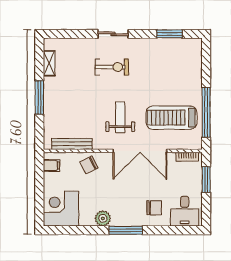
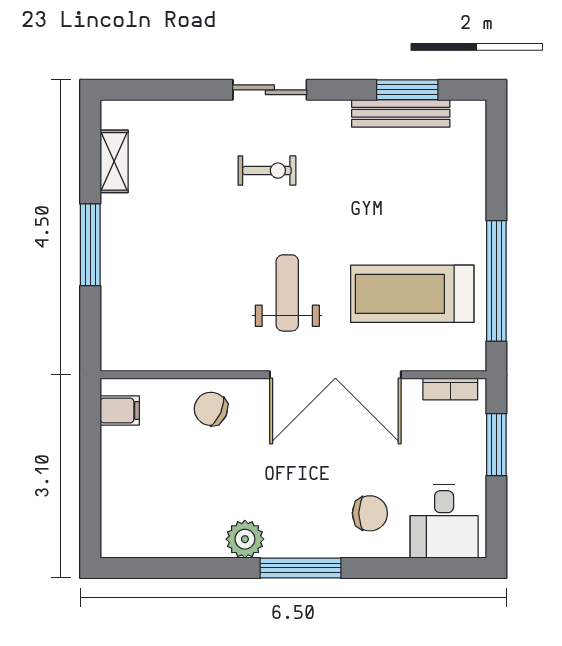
exercise bike: (112, 67) -> (267, 171), width x0.73, depth x0.72
bench: (72, 144) -> (401, 113), moved
chair: (89, 165) -> (211, 409), turned 51
corner desk: (61, 209) -> (143, 515), removed

